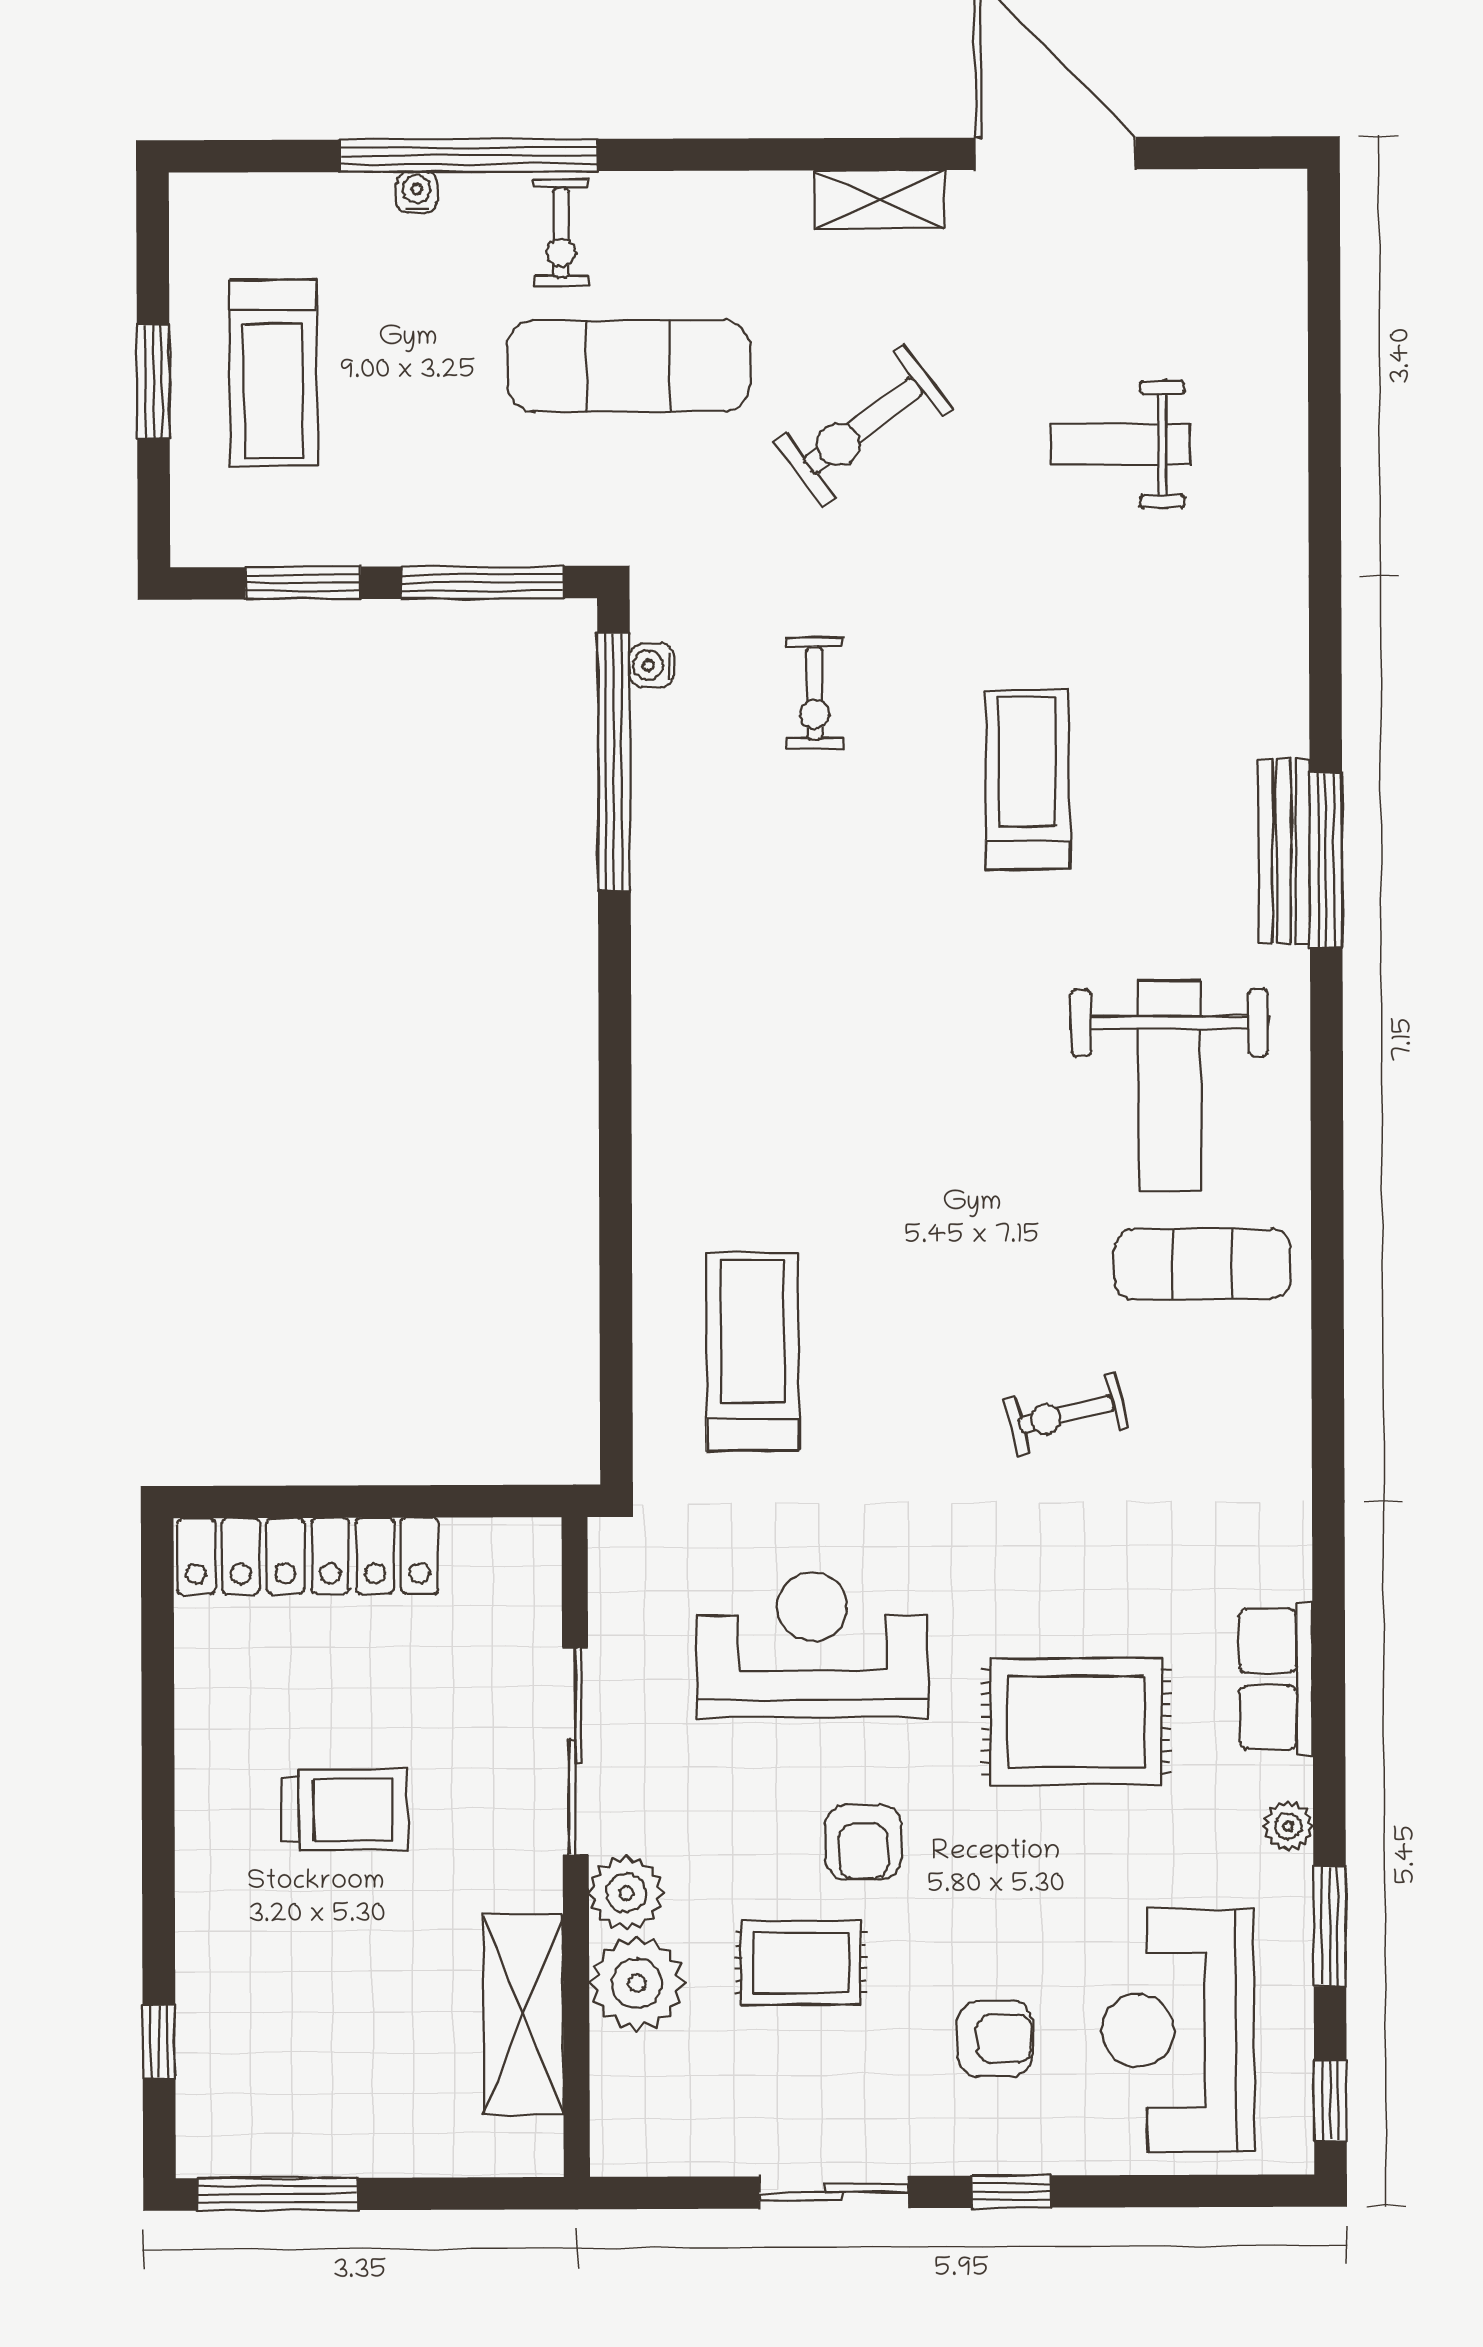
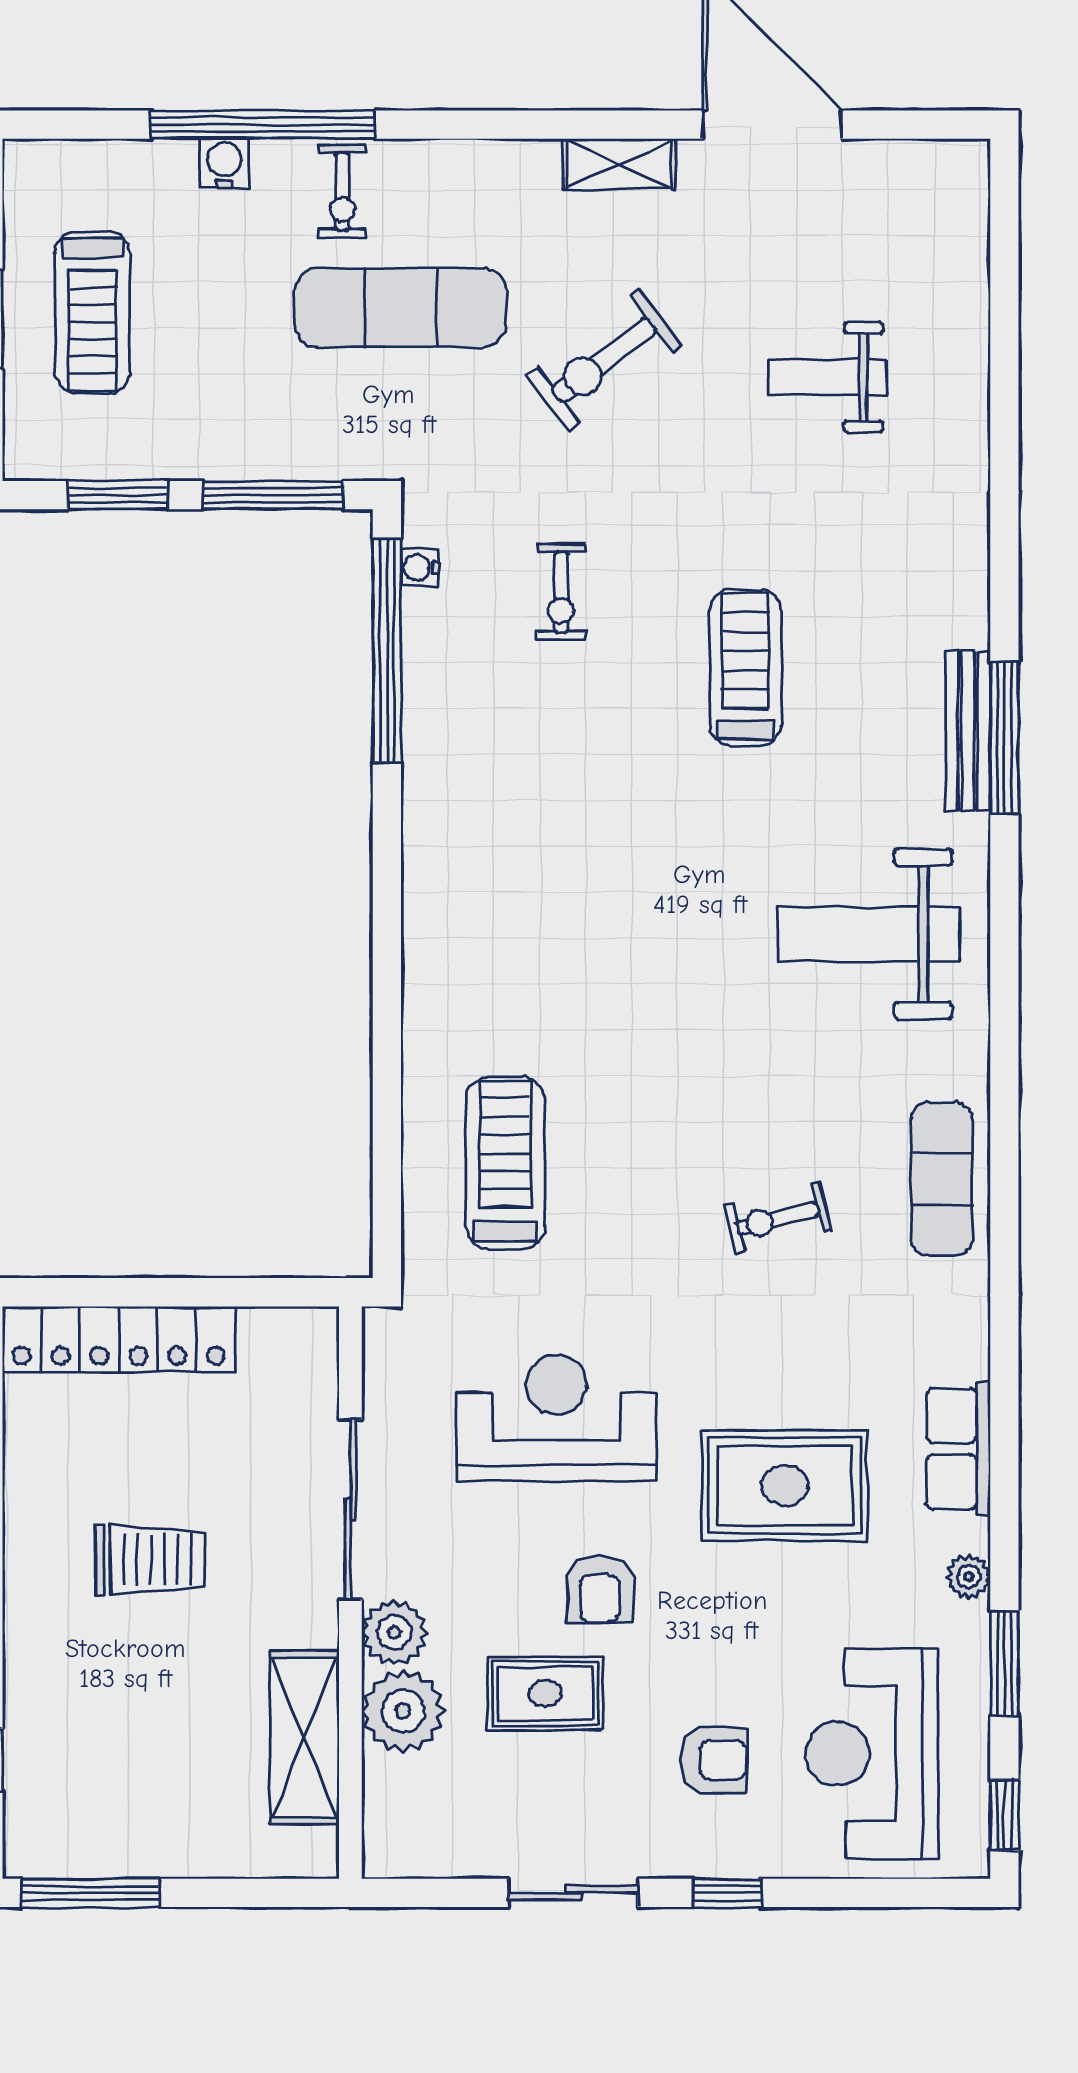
water cooler: (417, 192) -> (224, 163), width x1.38, depth x1.38
weight bench: (1170, 1086) -> (868, 934), turned 90
exercise mat: (1202, 1264) -> (942, 1179), moved, turned 90

